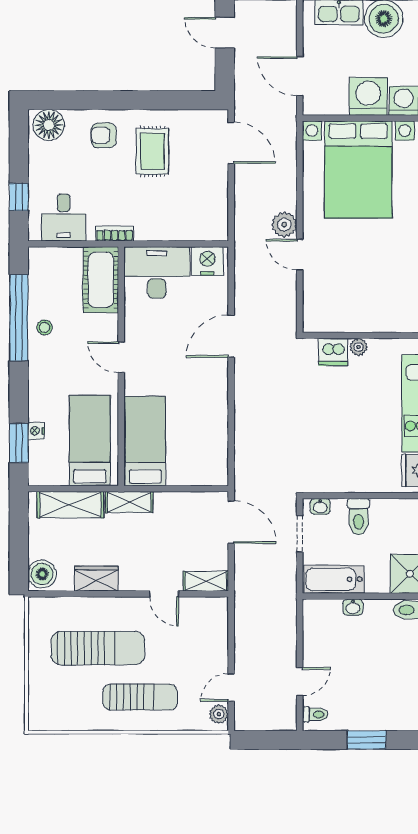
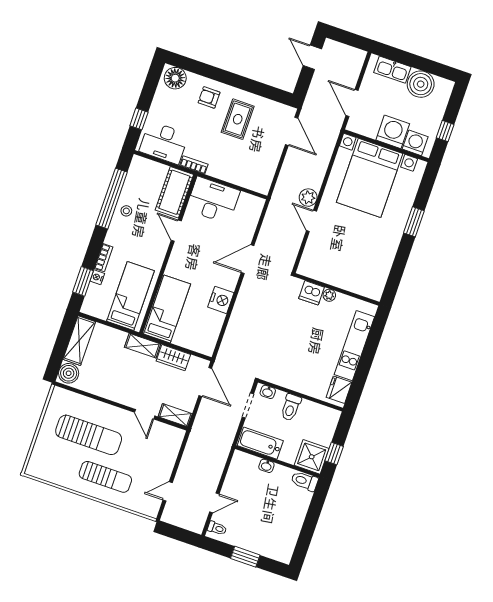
desk: (64, 218) -> (164, 143), width x1.37
nightstand: (207, 261) -> (221, 300), moved, turned 90
door: (121, 357) -> (176, 231), moved
bookcase: (35, 401) -> (104, 258), added
shelving: (70, 505) -> (79, 341), moved, turned 90
wardrobe: (96, 579) -> (173, 358), moved, turned 180
plant: (219, 714) -> (154, 506), removed

